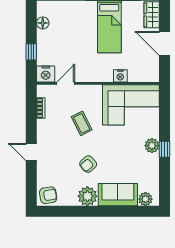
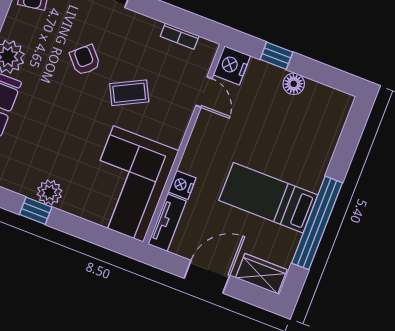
floor lamp: (43, 23) -> (294, 84), moved
tv unit: (144, 76) -> (167, 223), added
armchair: (88, 164) -> (85, 60), moved

